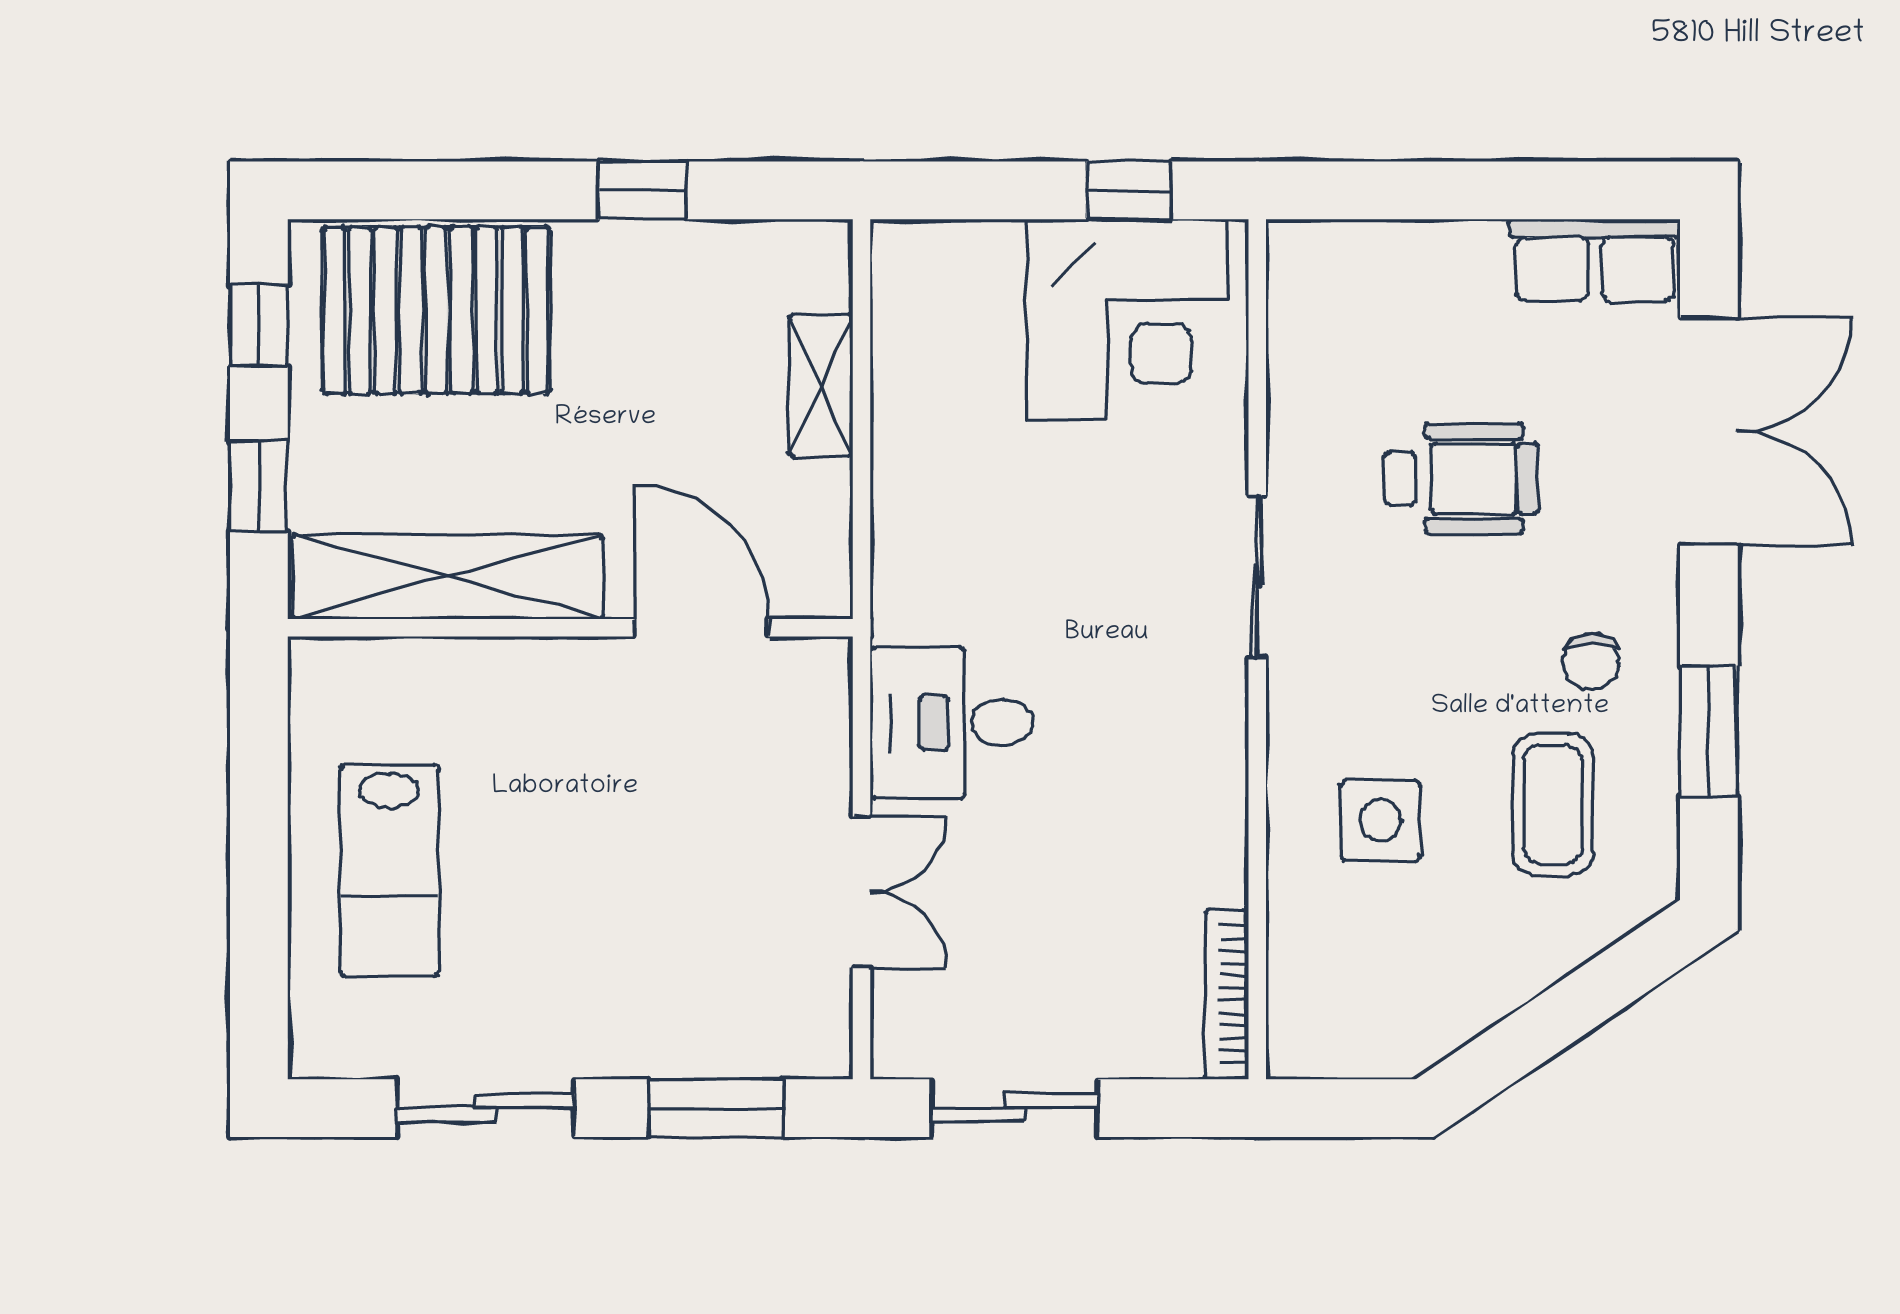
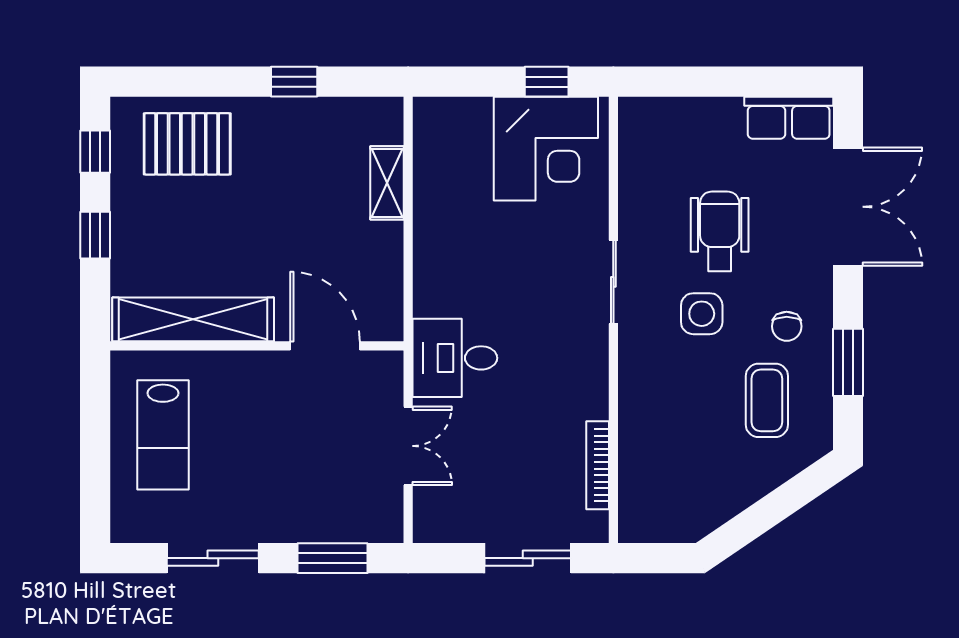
pallet: (436, 310) -> (187, 144), width x0.73, depth x0.71
wheelchair: (1462, 479) -> (720, 231), turned -90
shelving: (448, 577) -> (193, 319), moved
wall: (570, 628) -> (257, 346), moved
door: (702, 628) -> (325, 346), moved
side table: (1380, 820) -> (702, 314), moved
bookcase: (1227, 995) -> (598, 465), moved
sliding door: (1015, 1108) -> (528, 558), moved

